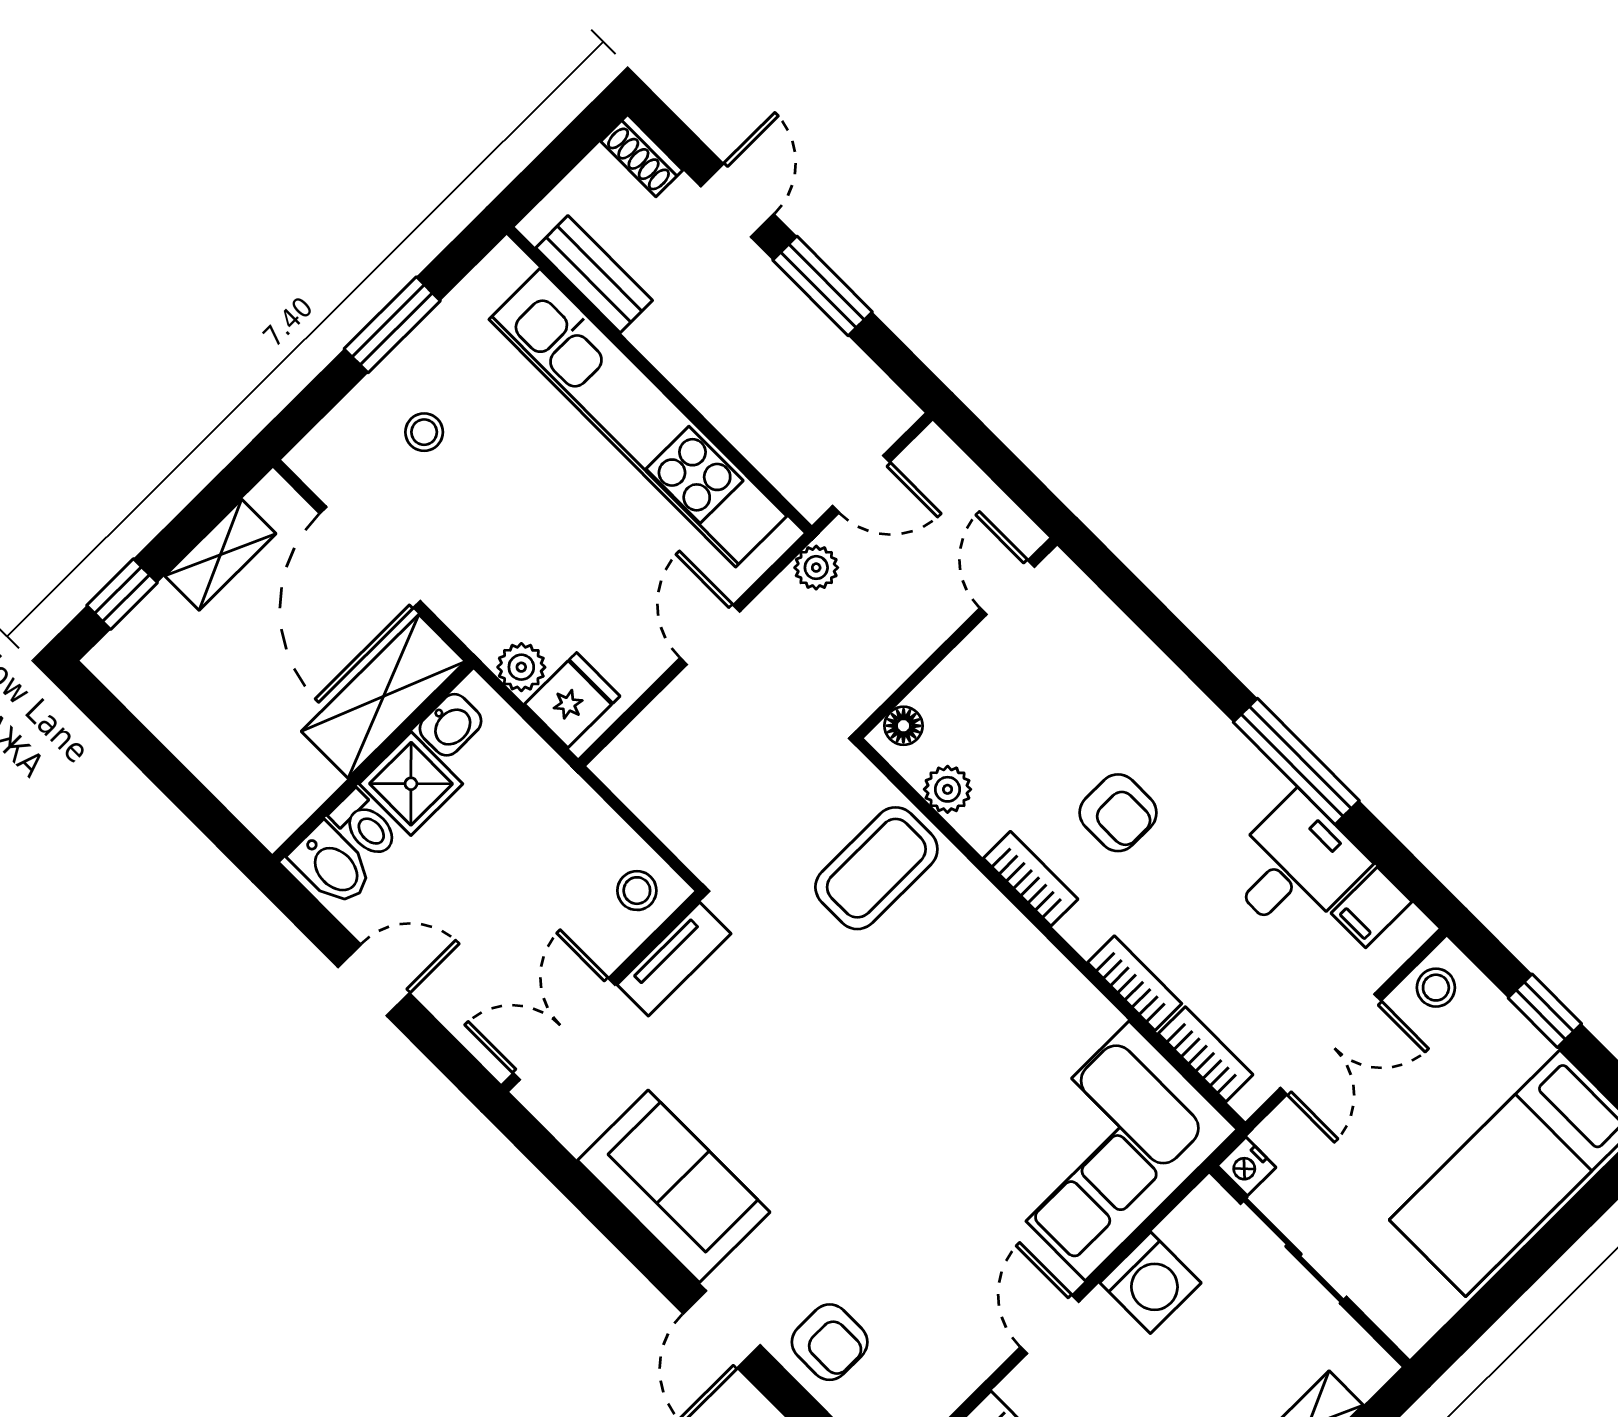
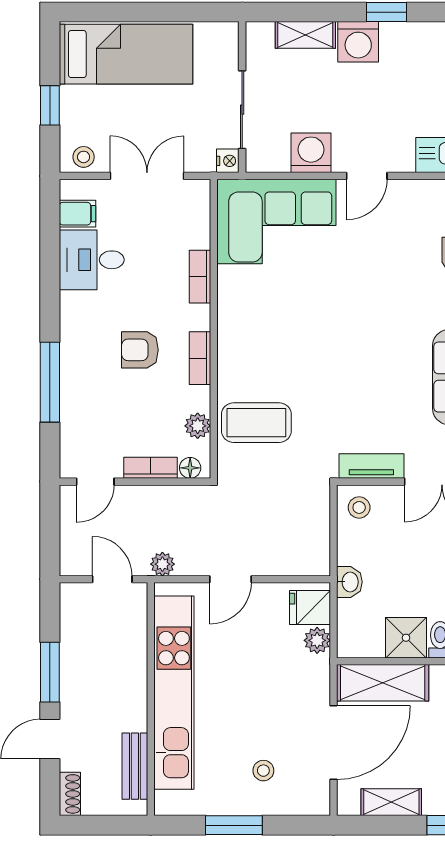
washbasin: (451, 725) -> (349, 582), moved, turned 90
window: (1296, 761) -> (50, 382), moved
armchair: (1118, 813) -> (140, 350), turned -90
bookcase: (1206, 1054) -> (150, 468), moved, turned 90

